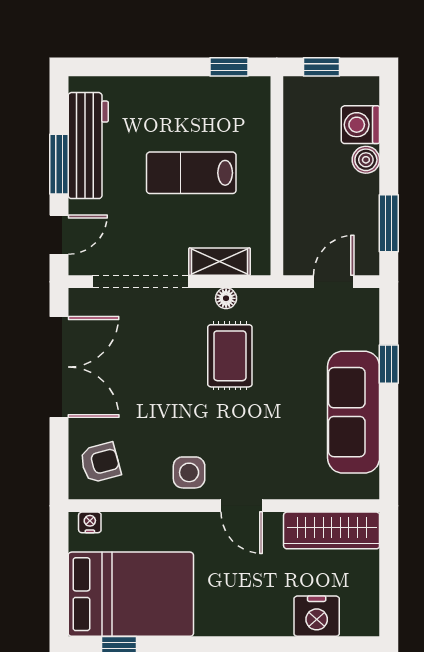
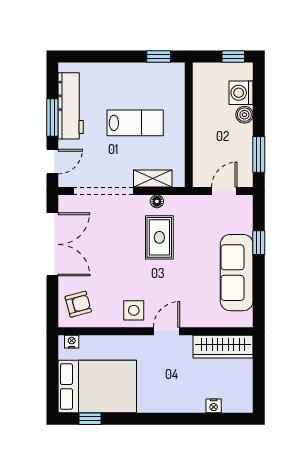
window: (321, 67) -> (233, 57), moved
lab bench: (191, 173) -> (135, 123), turned 180
door: (242, 506) -> (167, 331), swing flipped
nightstand: (317, 616) -> (214, 406), width x0.53, depth x0.56

